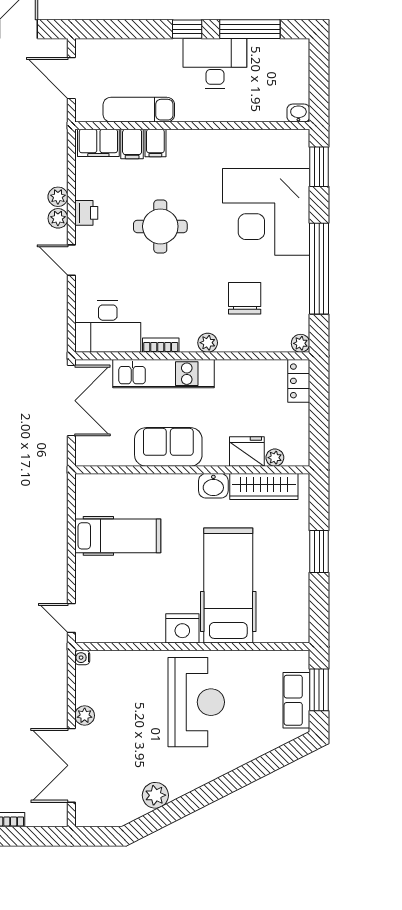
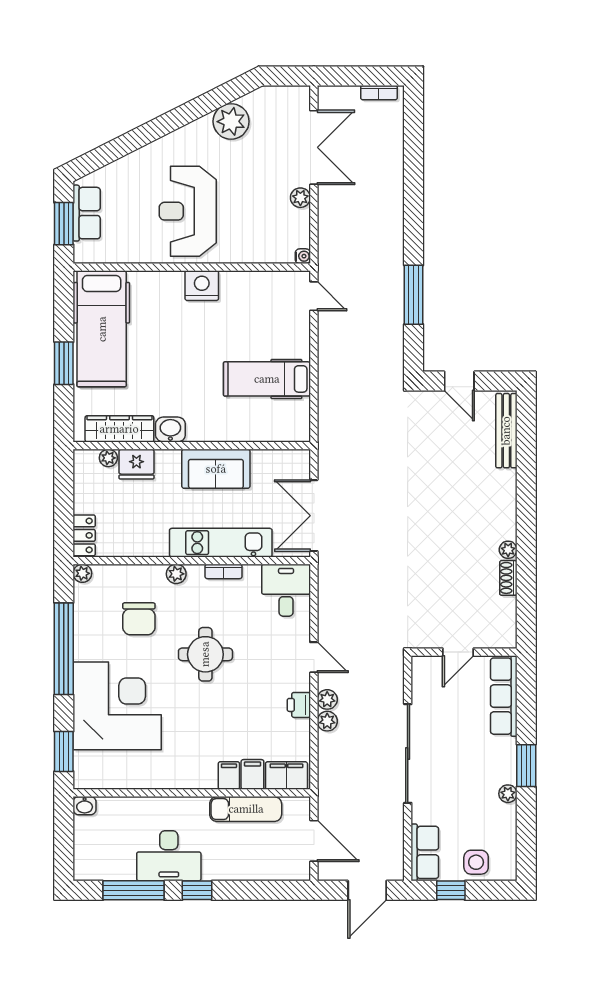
round table: (160, 226) -> (205, 654), moved
desk: (108, 327) -> (286, 590), width x0.73
hospital bed: (228, 586) -> (102, 329), moved
plant: (155, 795) -> (231, 121), width x1.36, depth x1.36

